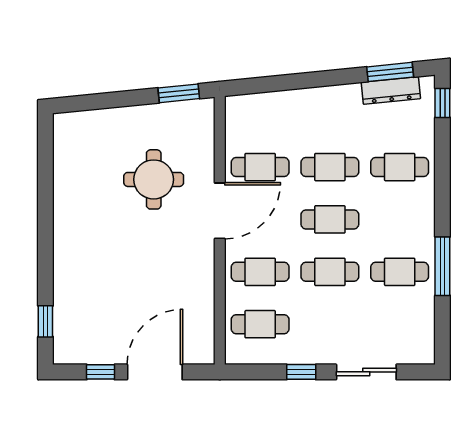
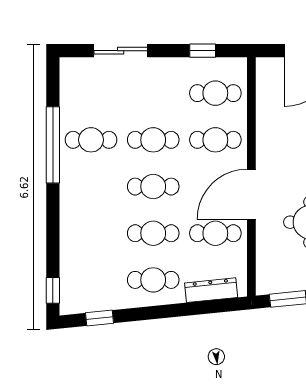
window: (390, 72) -> (99, 318), width x0.67
dresser: (391, 90) -> (211, 290), moved
cafe table: (400, 167) -> (153, 280), moved
window: (442, 266) -> (53, 145), width x1.46
window: (301, 372) -> (203, 51), moved

